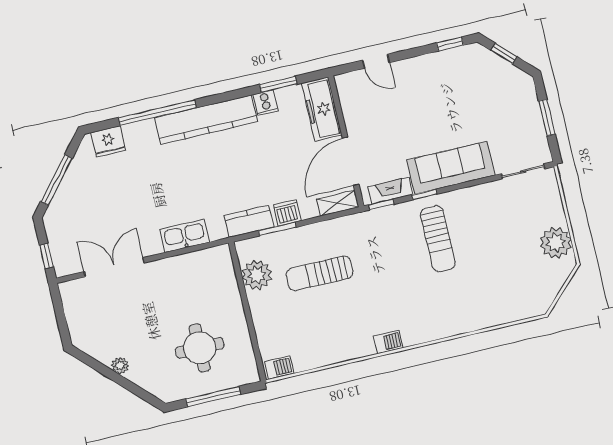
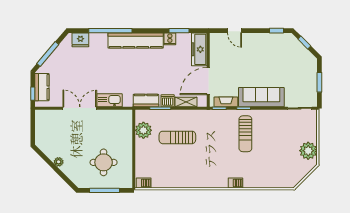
shelving: (338, 203) -> (186, 102), moved
kitchen counter: (60, 241) -> (42, 87), added
double door: (114, 267) -> (80, 108), moved
barbecue: (388, 342) -> (235, 183), moved

